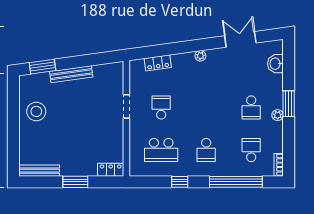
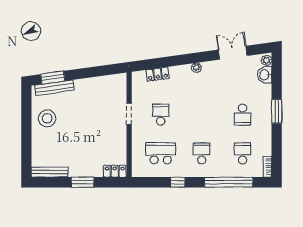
bench: (71, 74) -> (54, 88), moved
plant: (278, 115) -> (267, 60), moved
school desk: (161, 150) -> (161, 153), turned 180
school desk: (206, 150) -> (202, 153), turned 180

